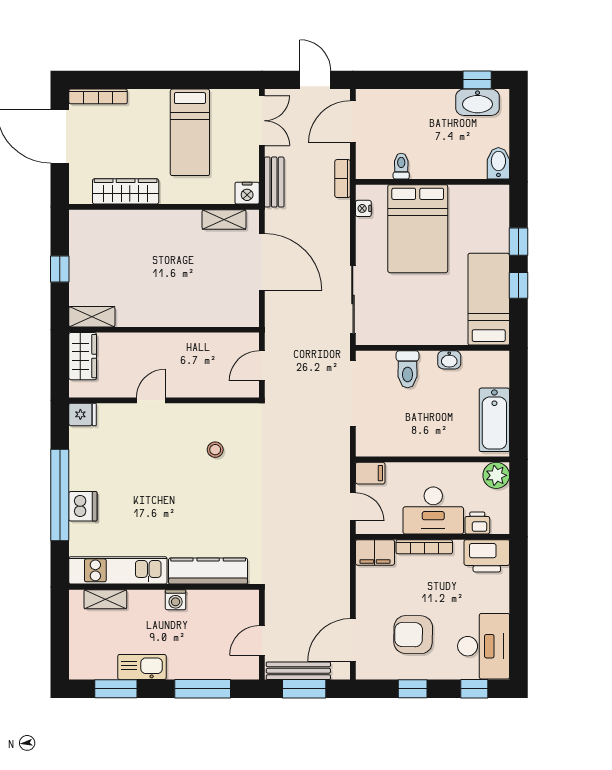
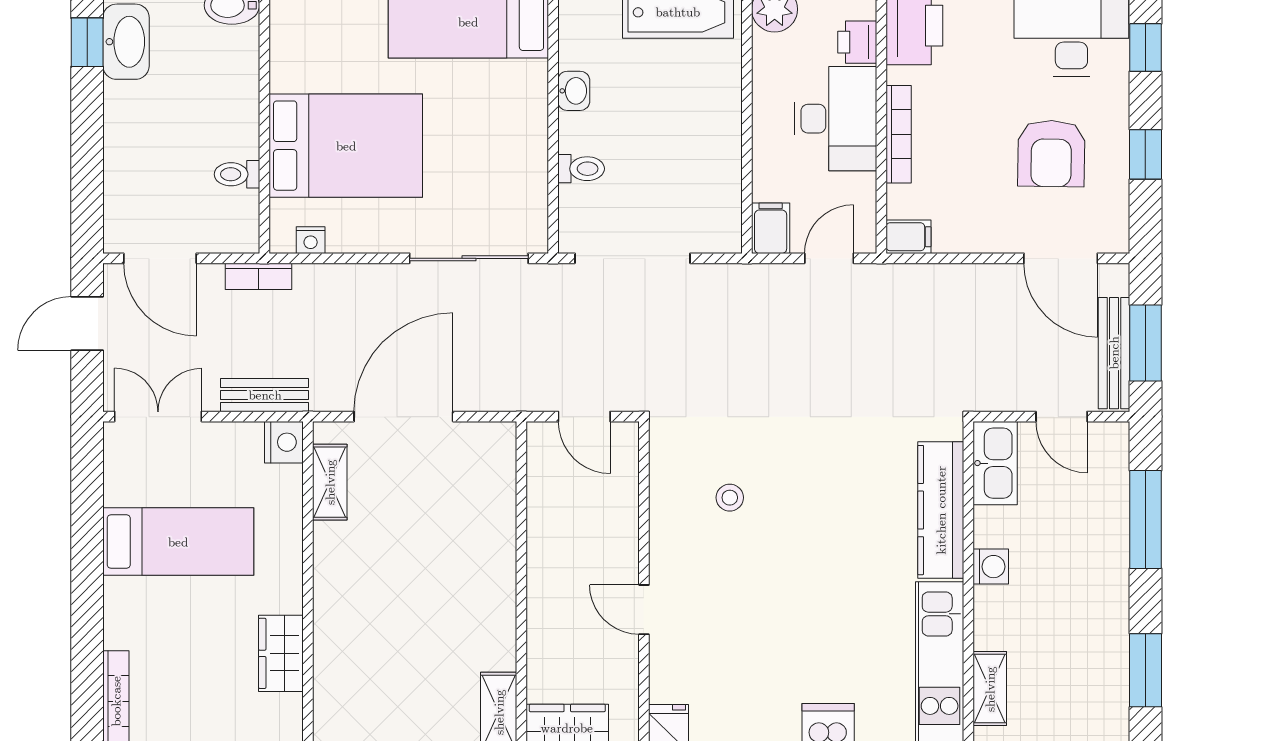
wardrobe: (126, 191) -> (281, 653), width x0.67
toilet: (408, 369) -> (581, 169), width x0.73, depth x0.72
filing cabinet: (375, 552) -> (908, 237), width x0.50
kitchen sink: (142, 667) -> (995, 463), moved, turned 180

